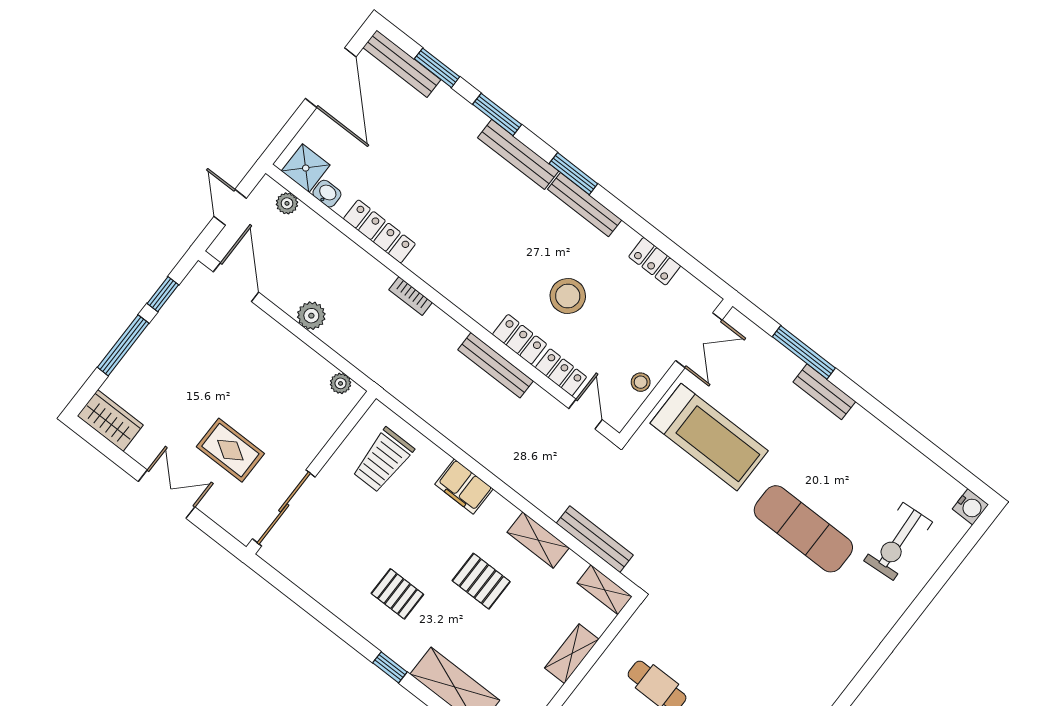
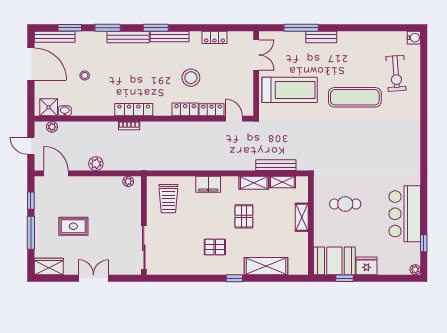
locker: (379, 231) -> (134, 110), moved
bench: (496, 365) -> (184, 127), removed
stool: (641, 382) -> (85, 75), moved
rug: (230, 450) -> (73, 226), moved
pallet: (481, 581) -> (244, 216), turned 90
shelving: (605, 590) -> (282, 182), moved

